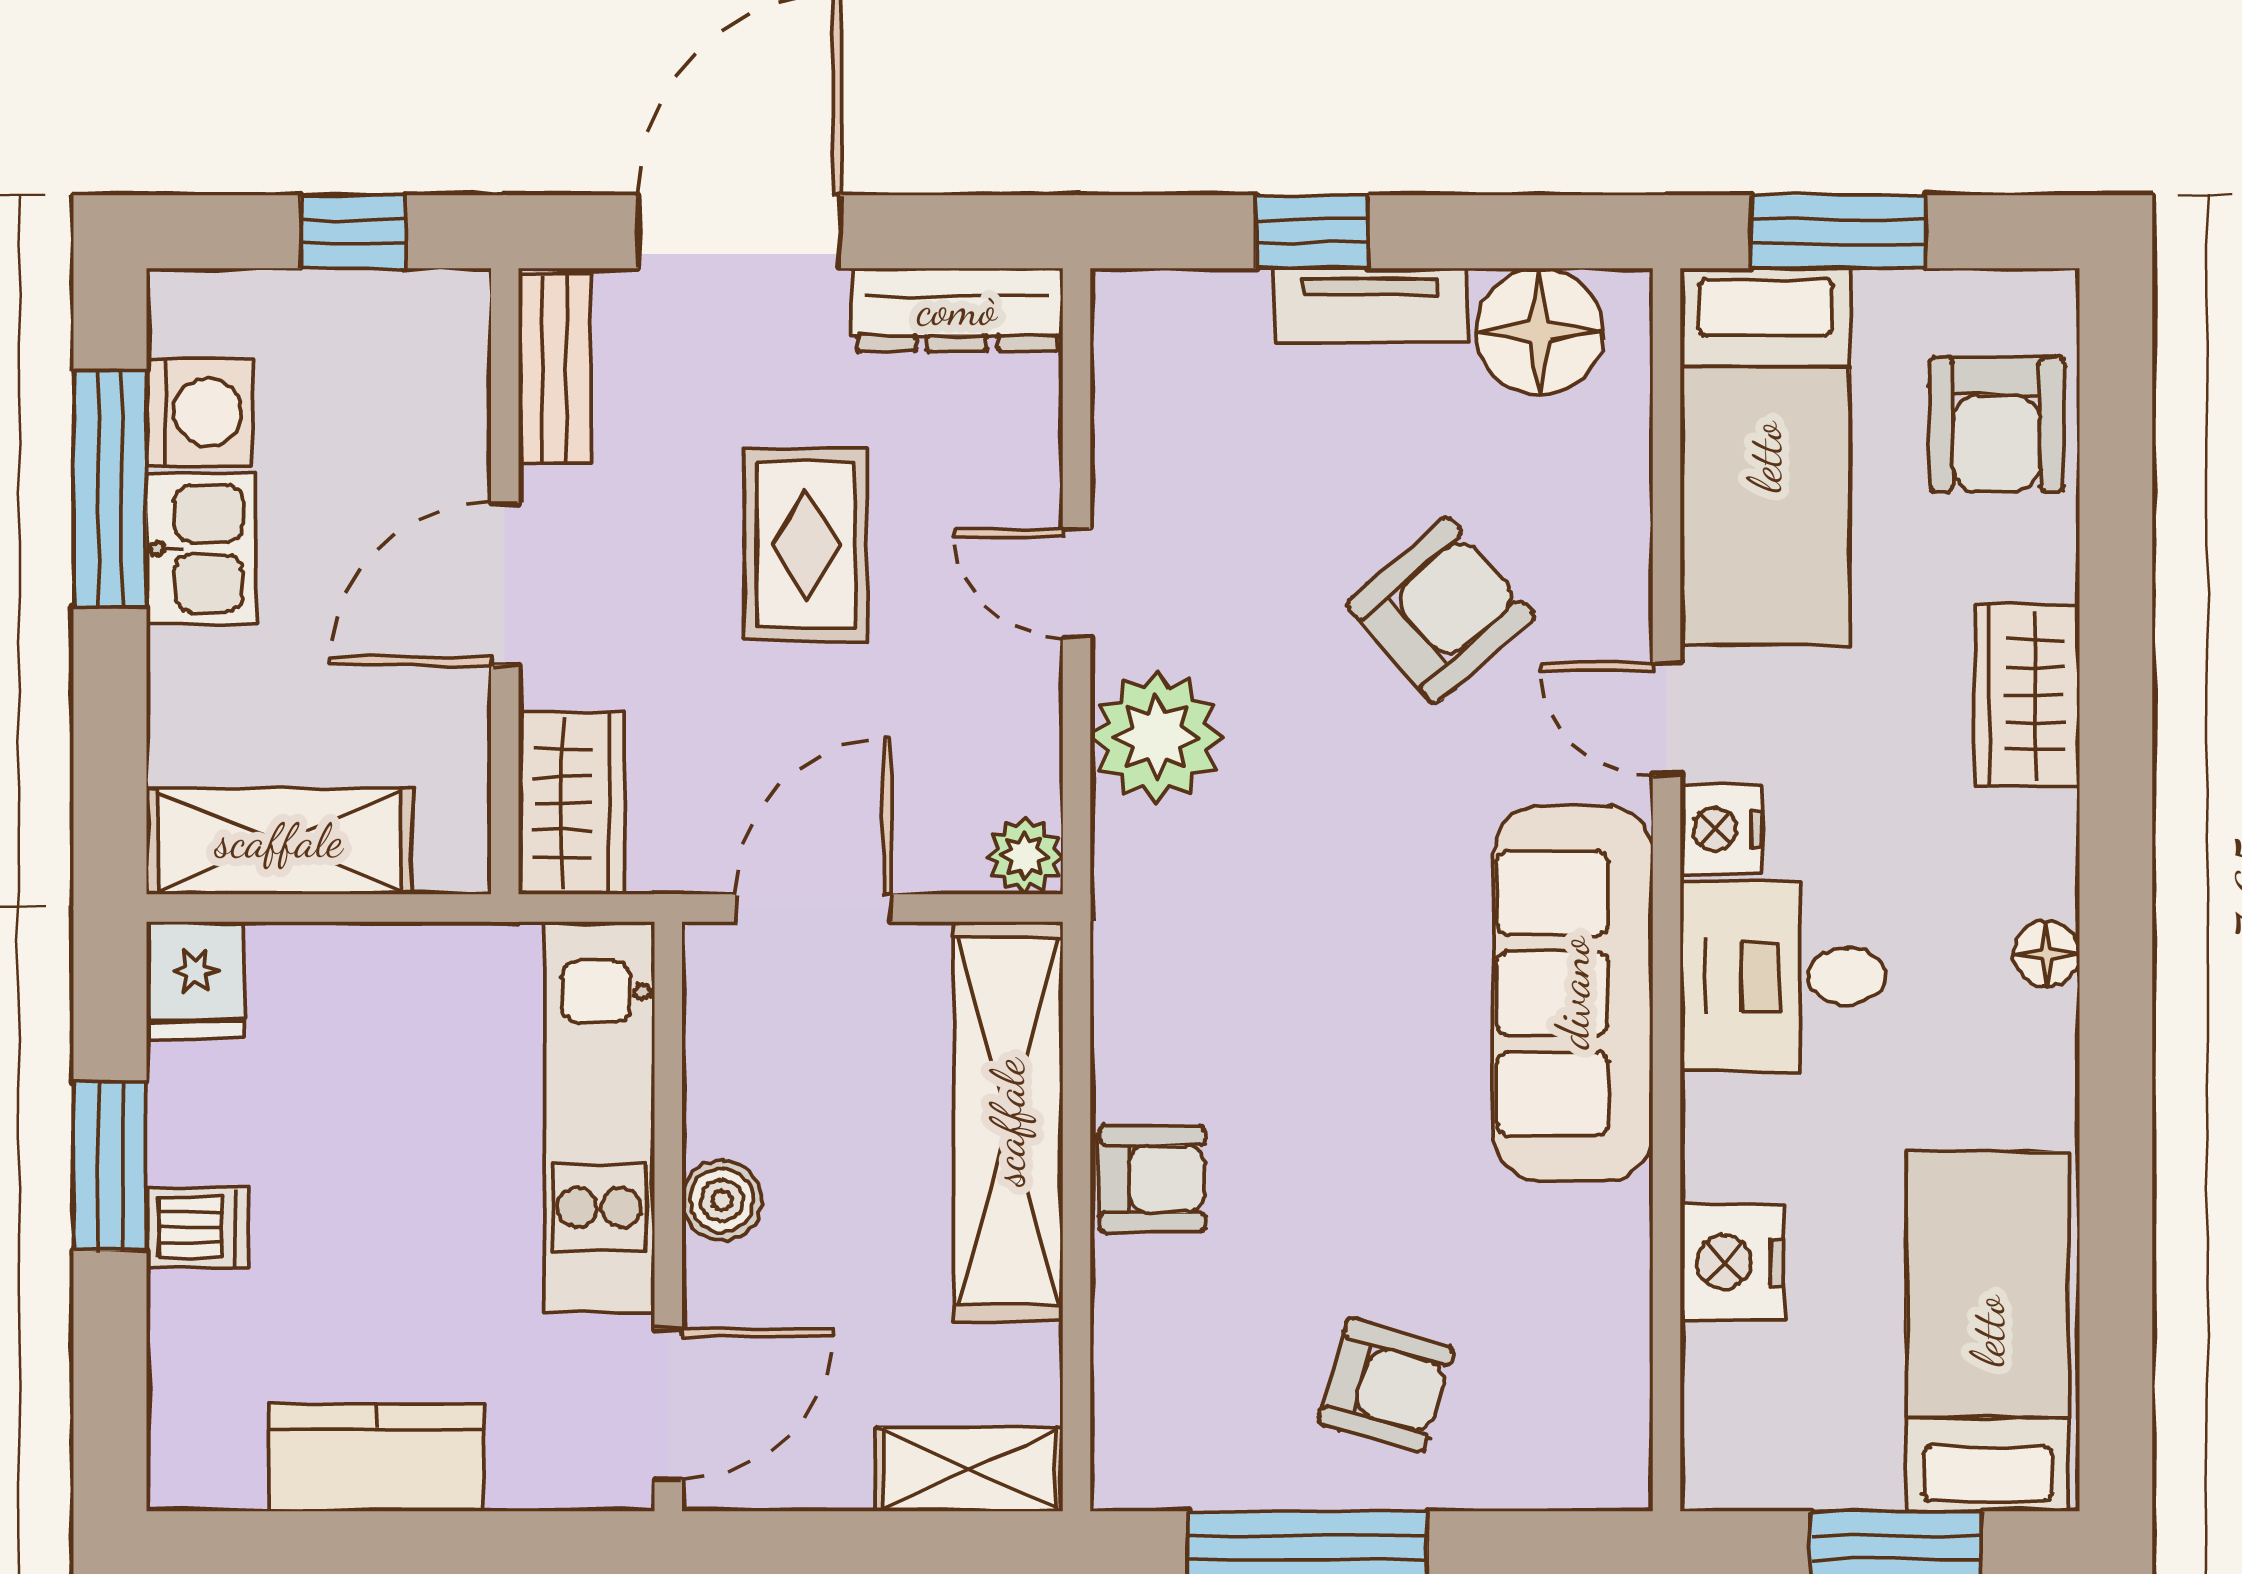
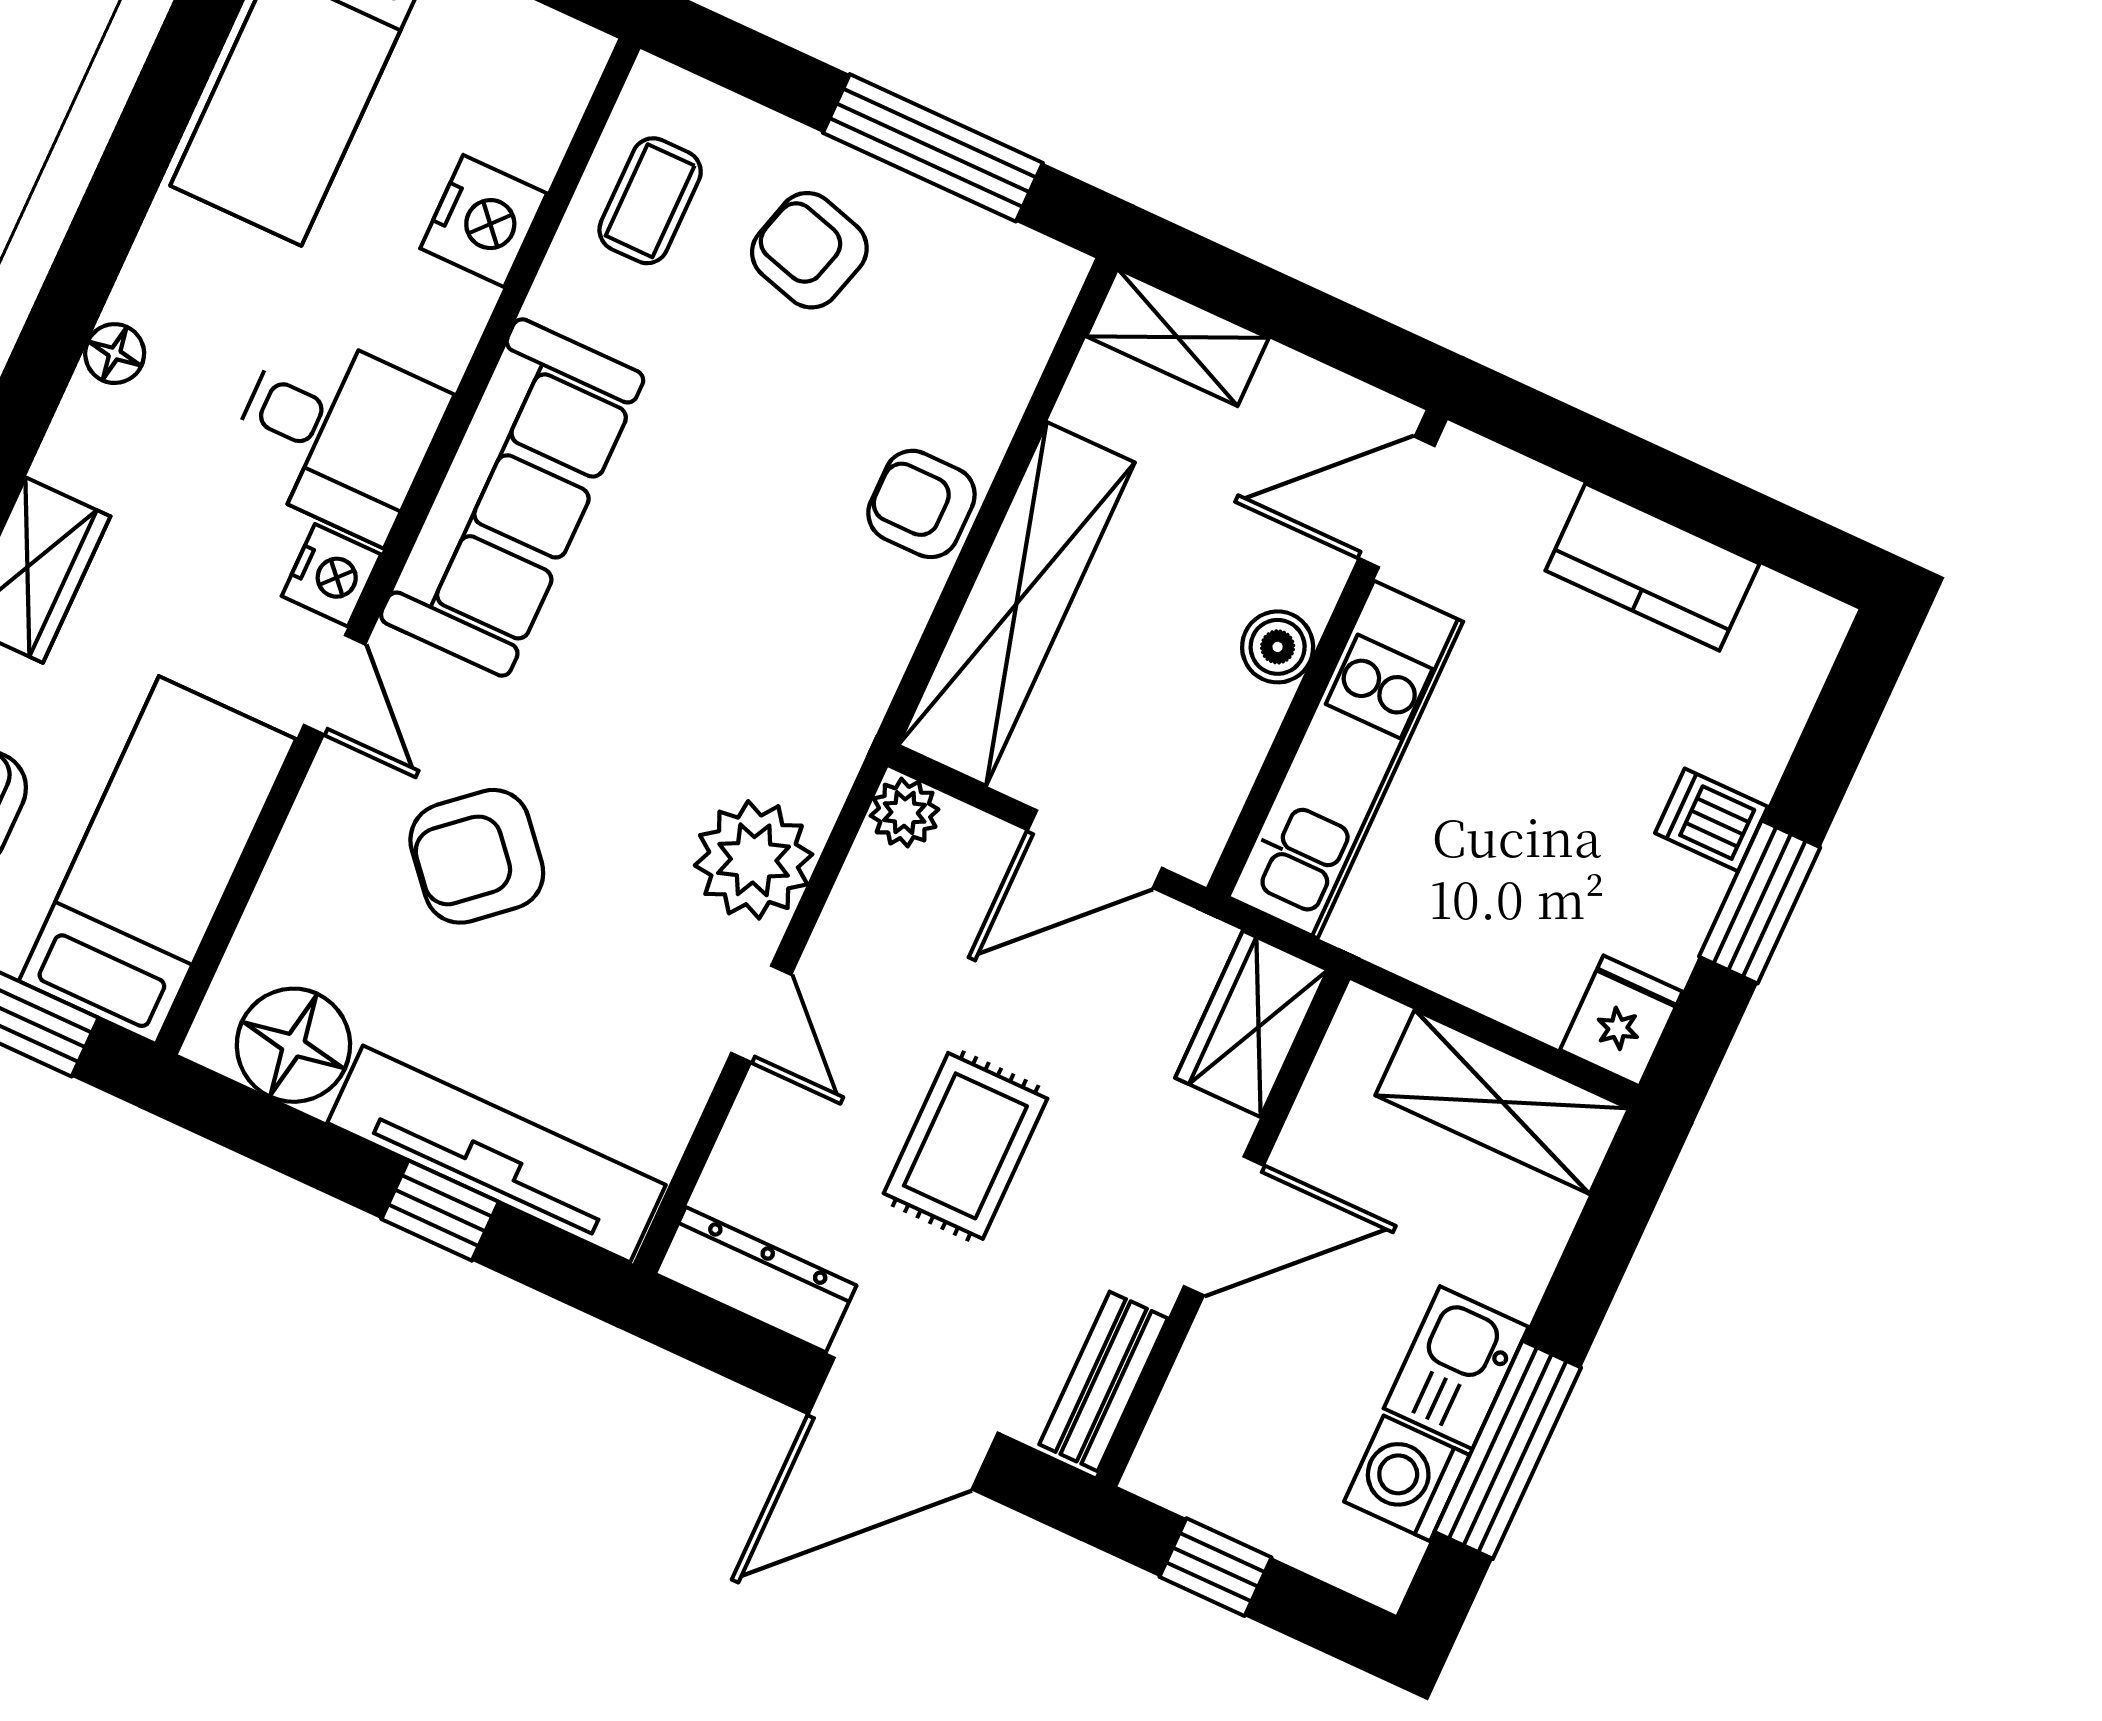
tv unit: (1371, 305) -> (496, 1154), width x1.92, depth x1.29
coffee table: (1572, 1361) -> (650, 201), added

